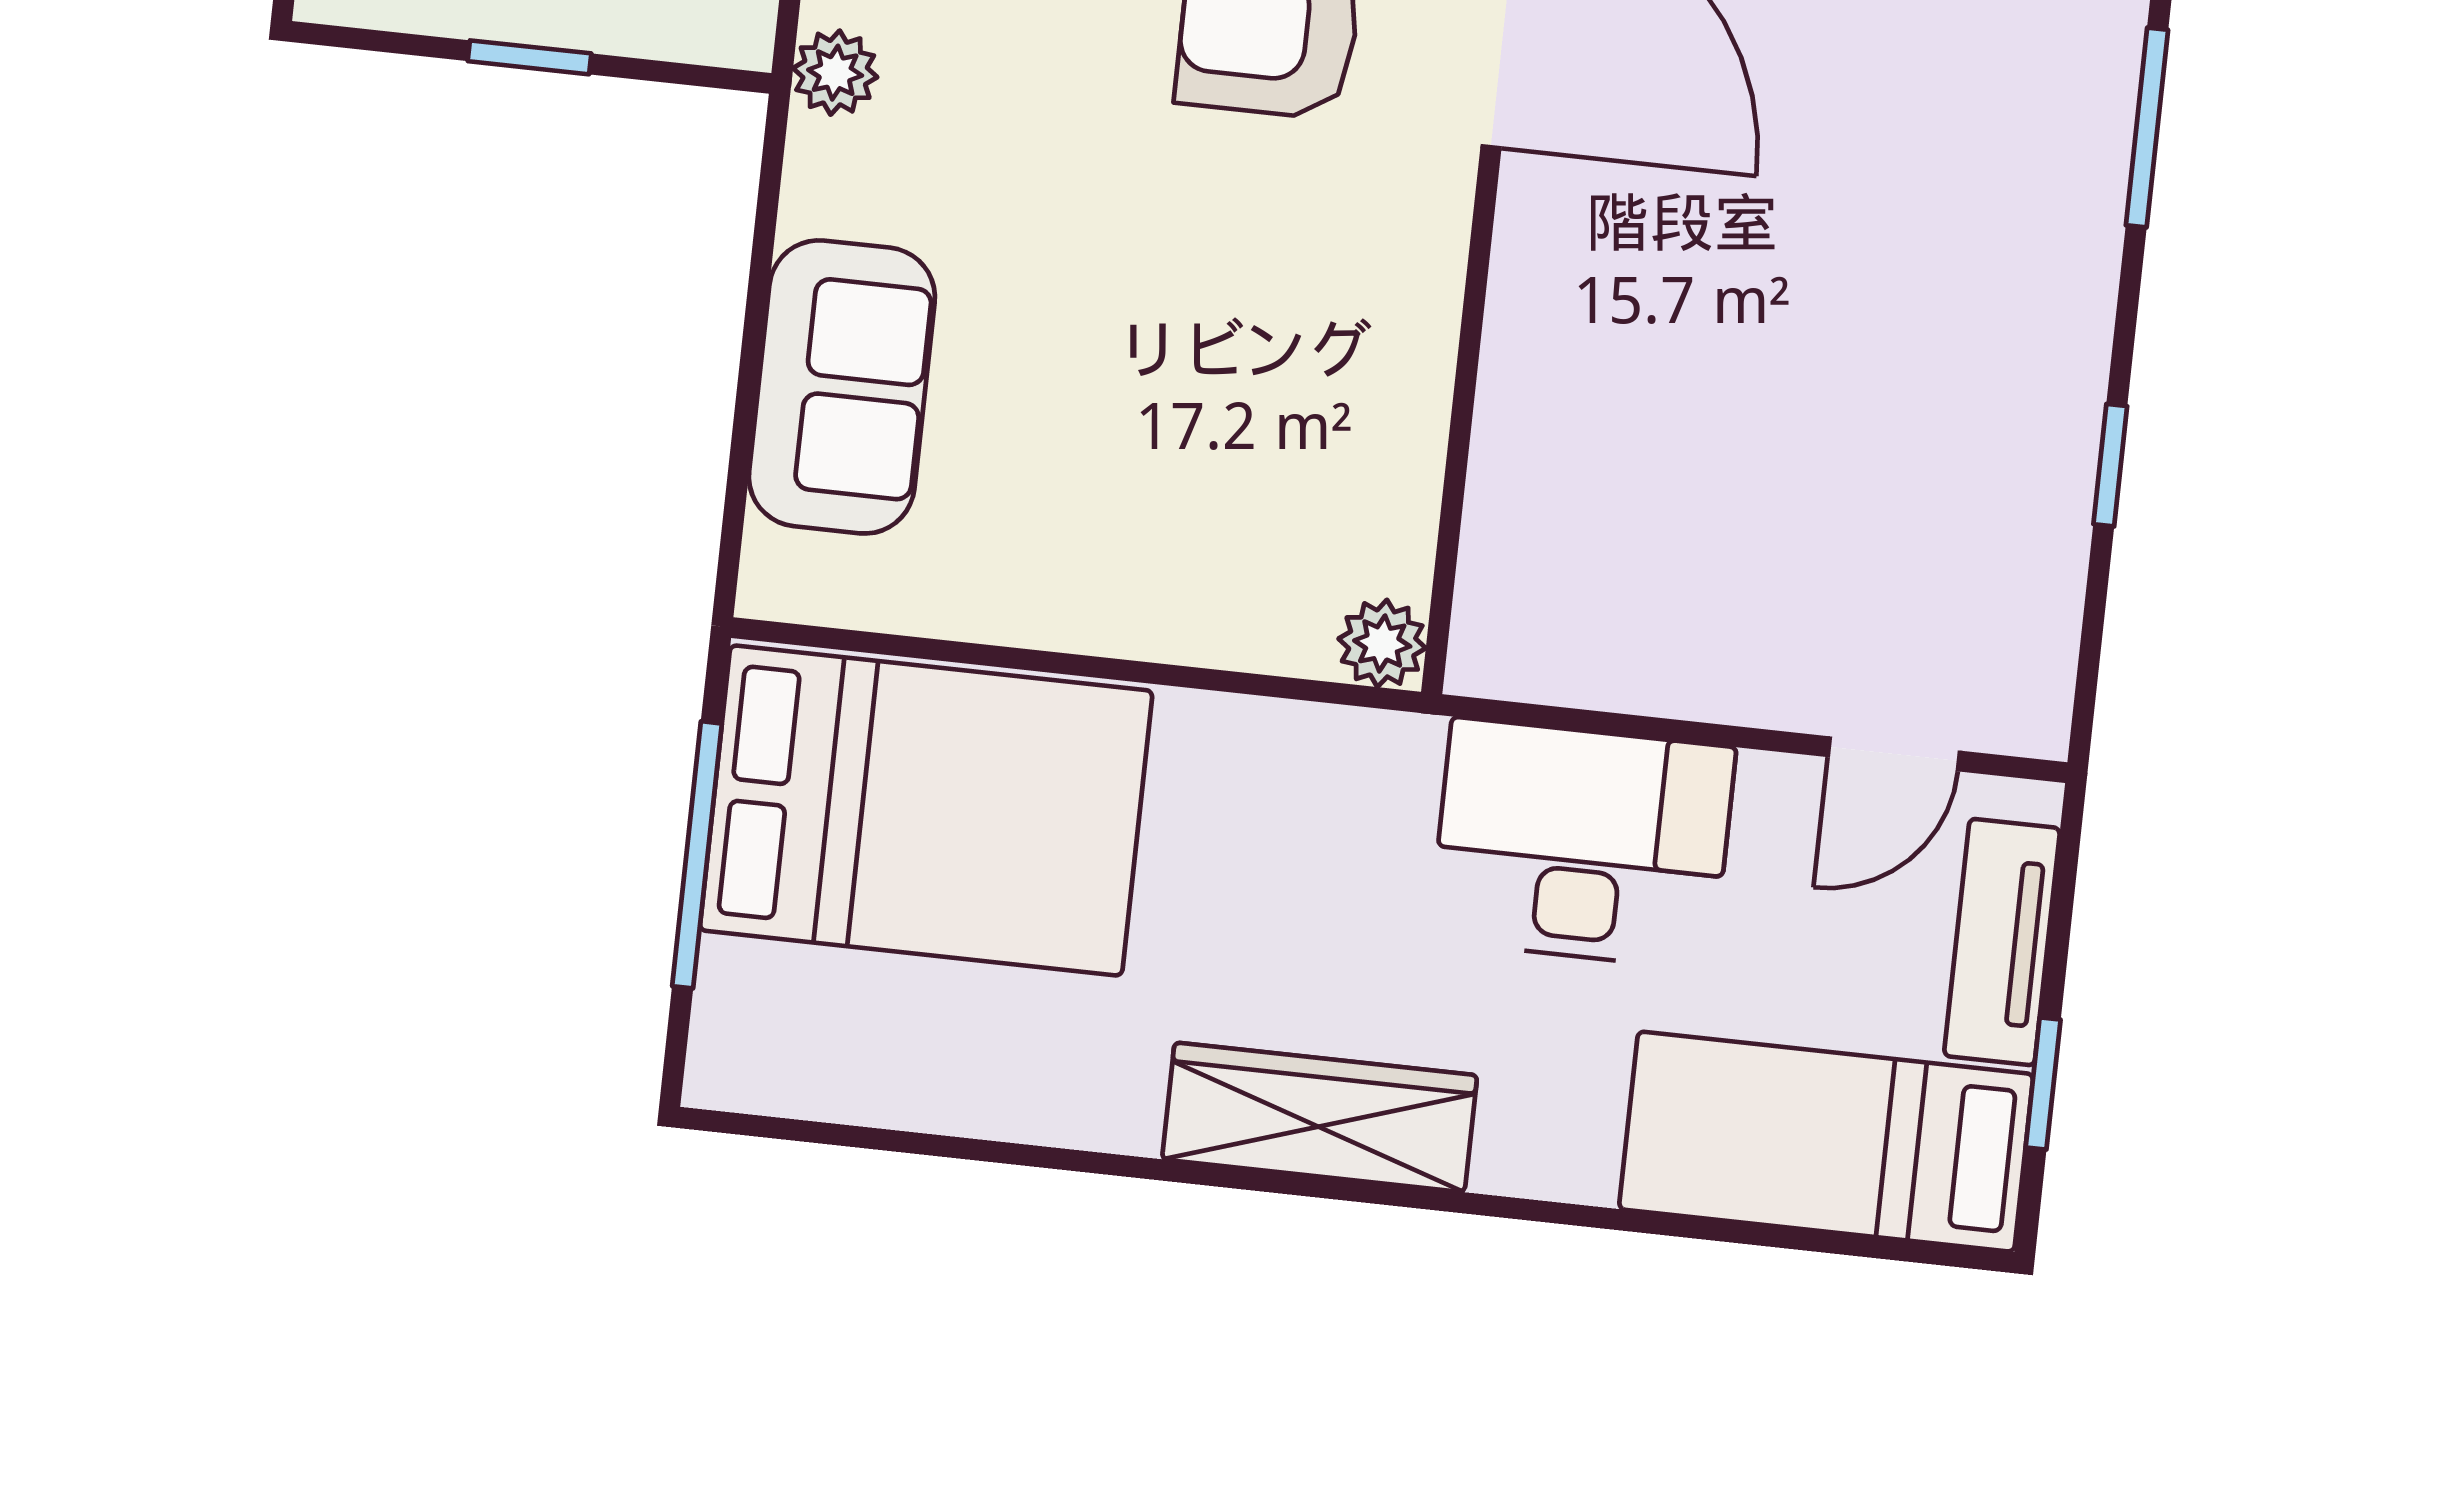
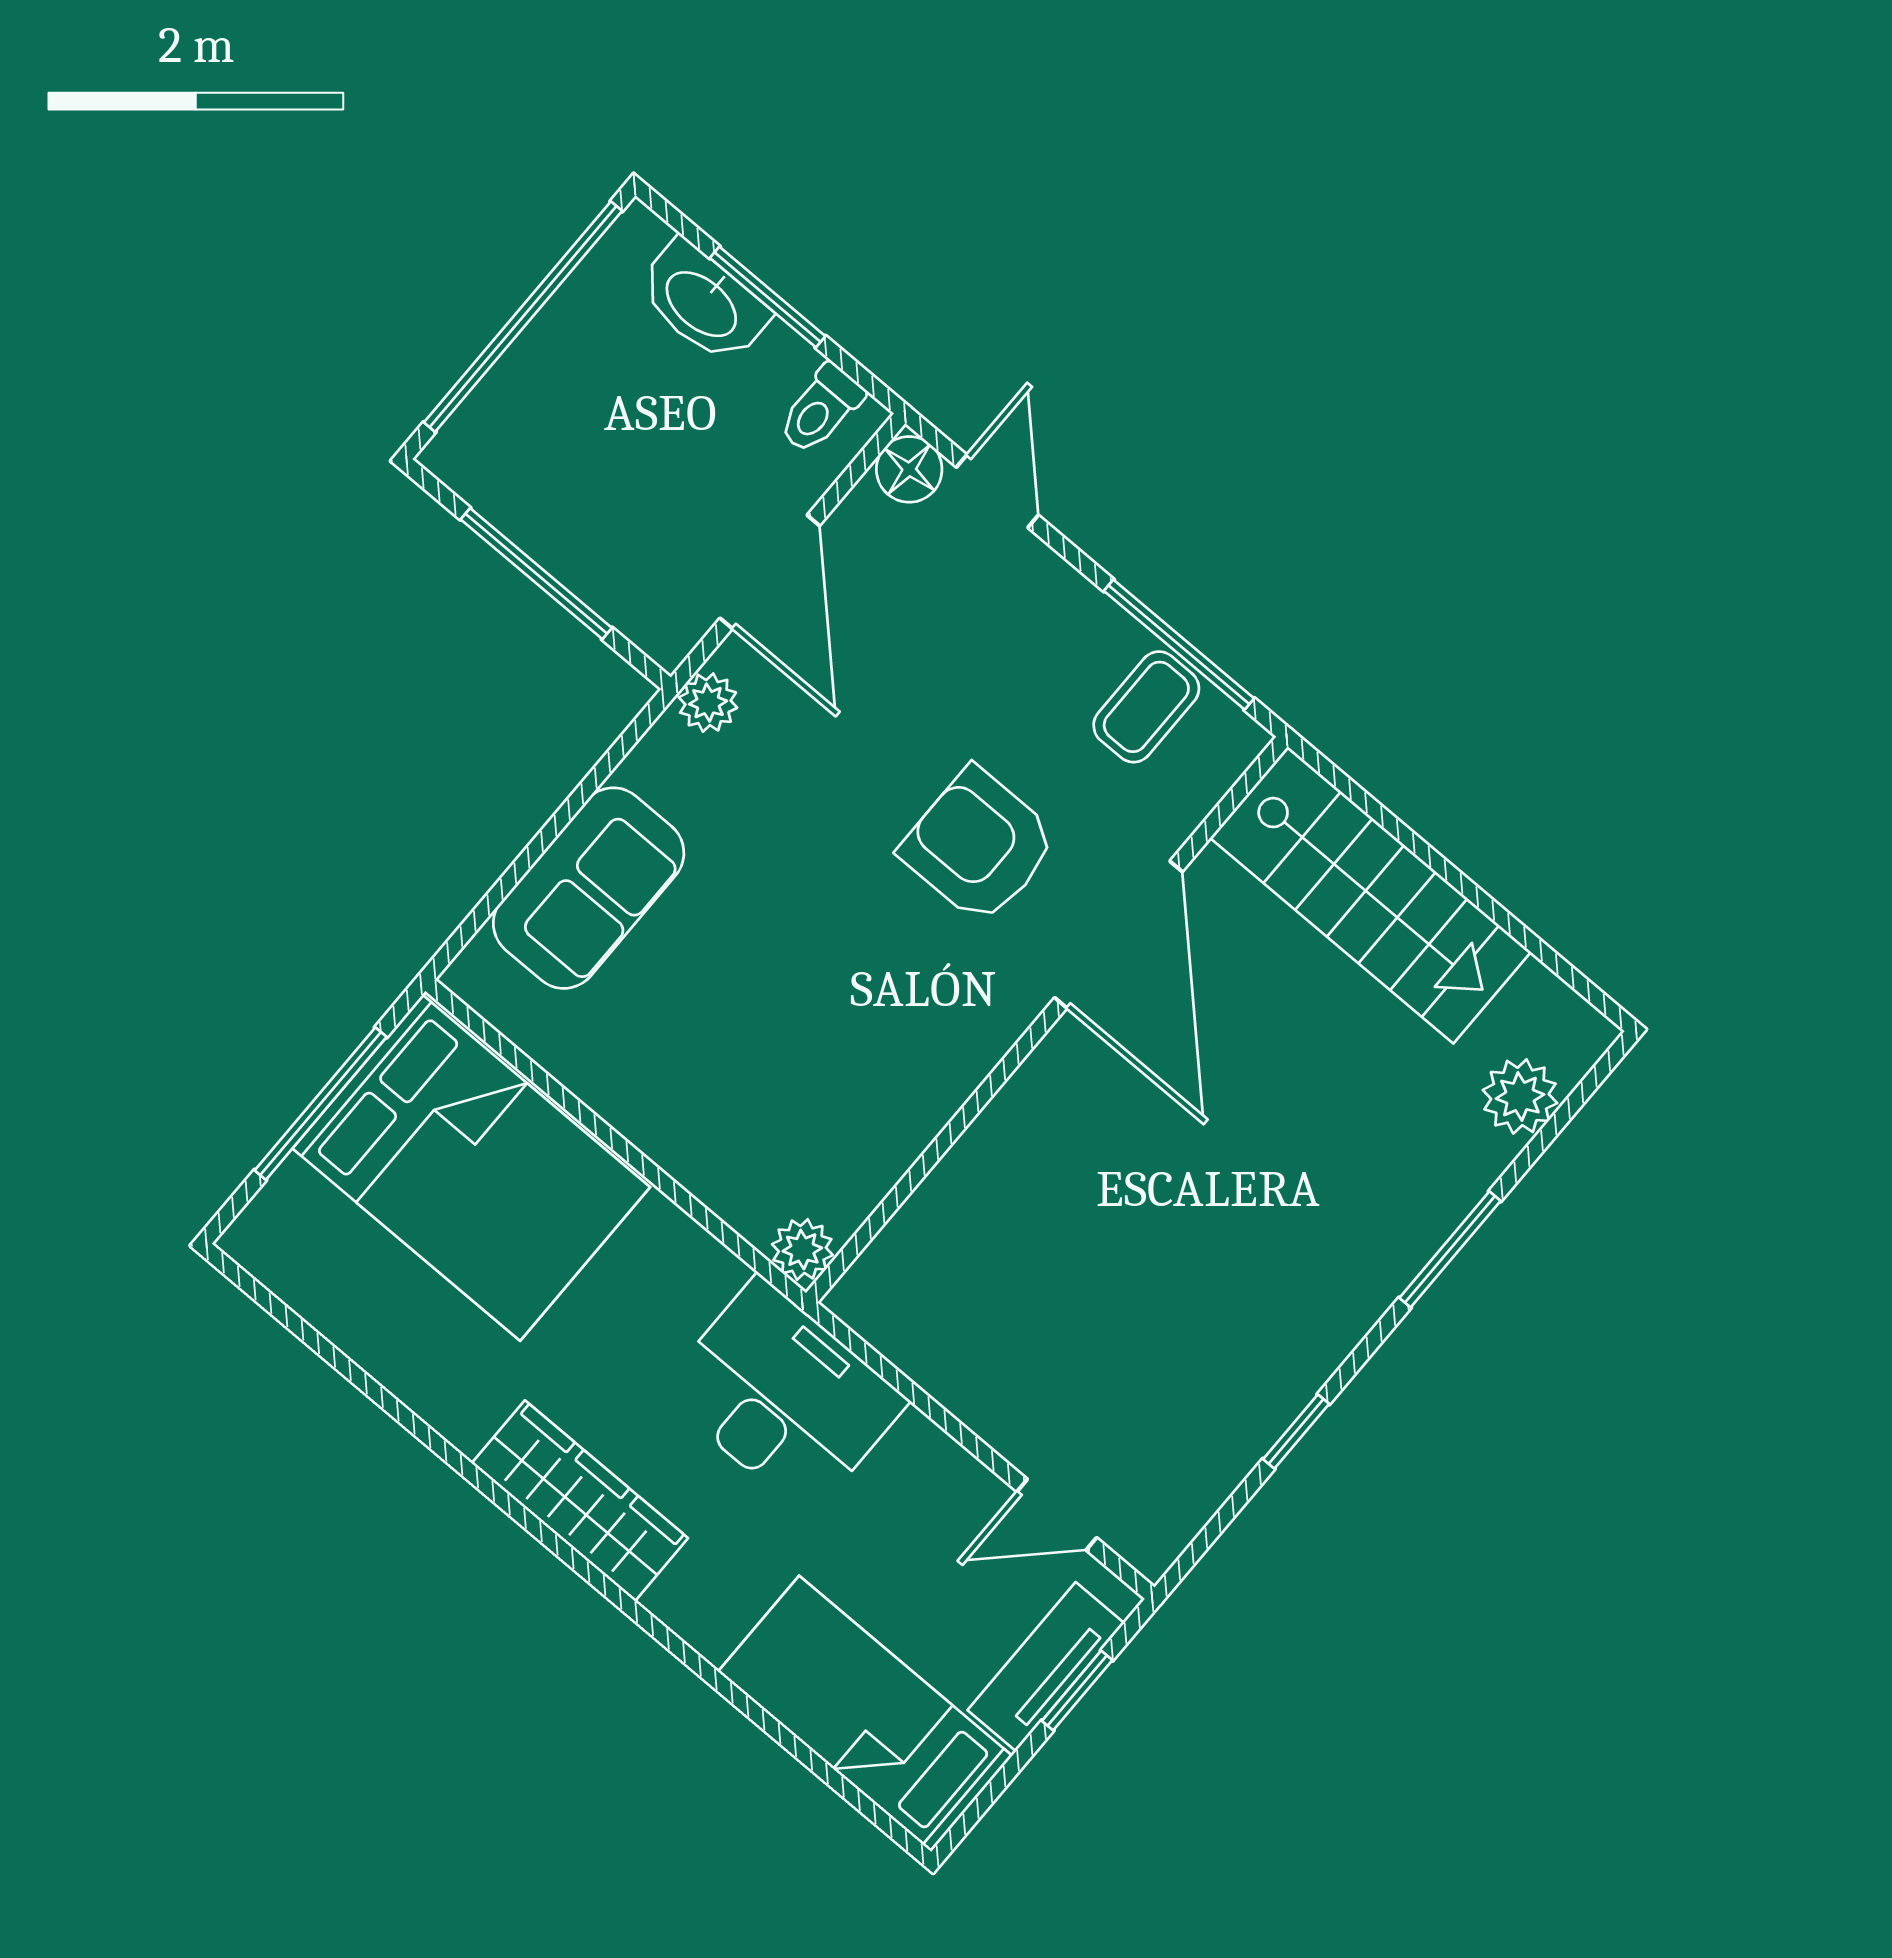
window: (530, 57) -> (536, 574), width x2.17
desk: (1582, 844) -> (783, 1397), moved
window: (2043, 1083) -> (1077, 1691), moved

